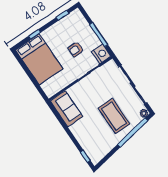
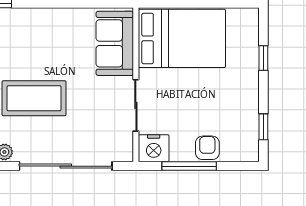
armchair: (76, 49) -> (207, 148), moved
bed: (39, 59) -> (182, 38), moved, turned 180
sofa: (66, 109) -> (115, 43), moved, turned 90

